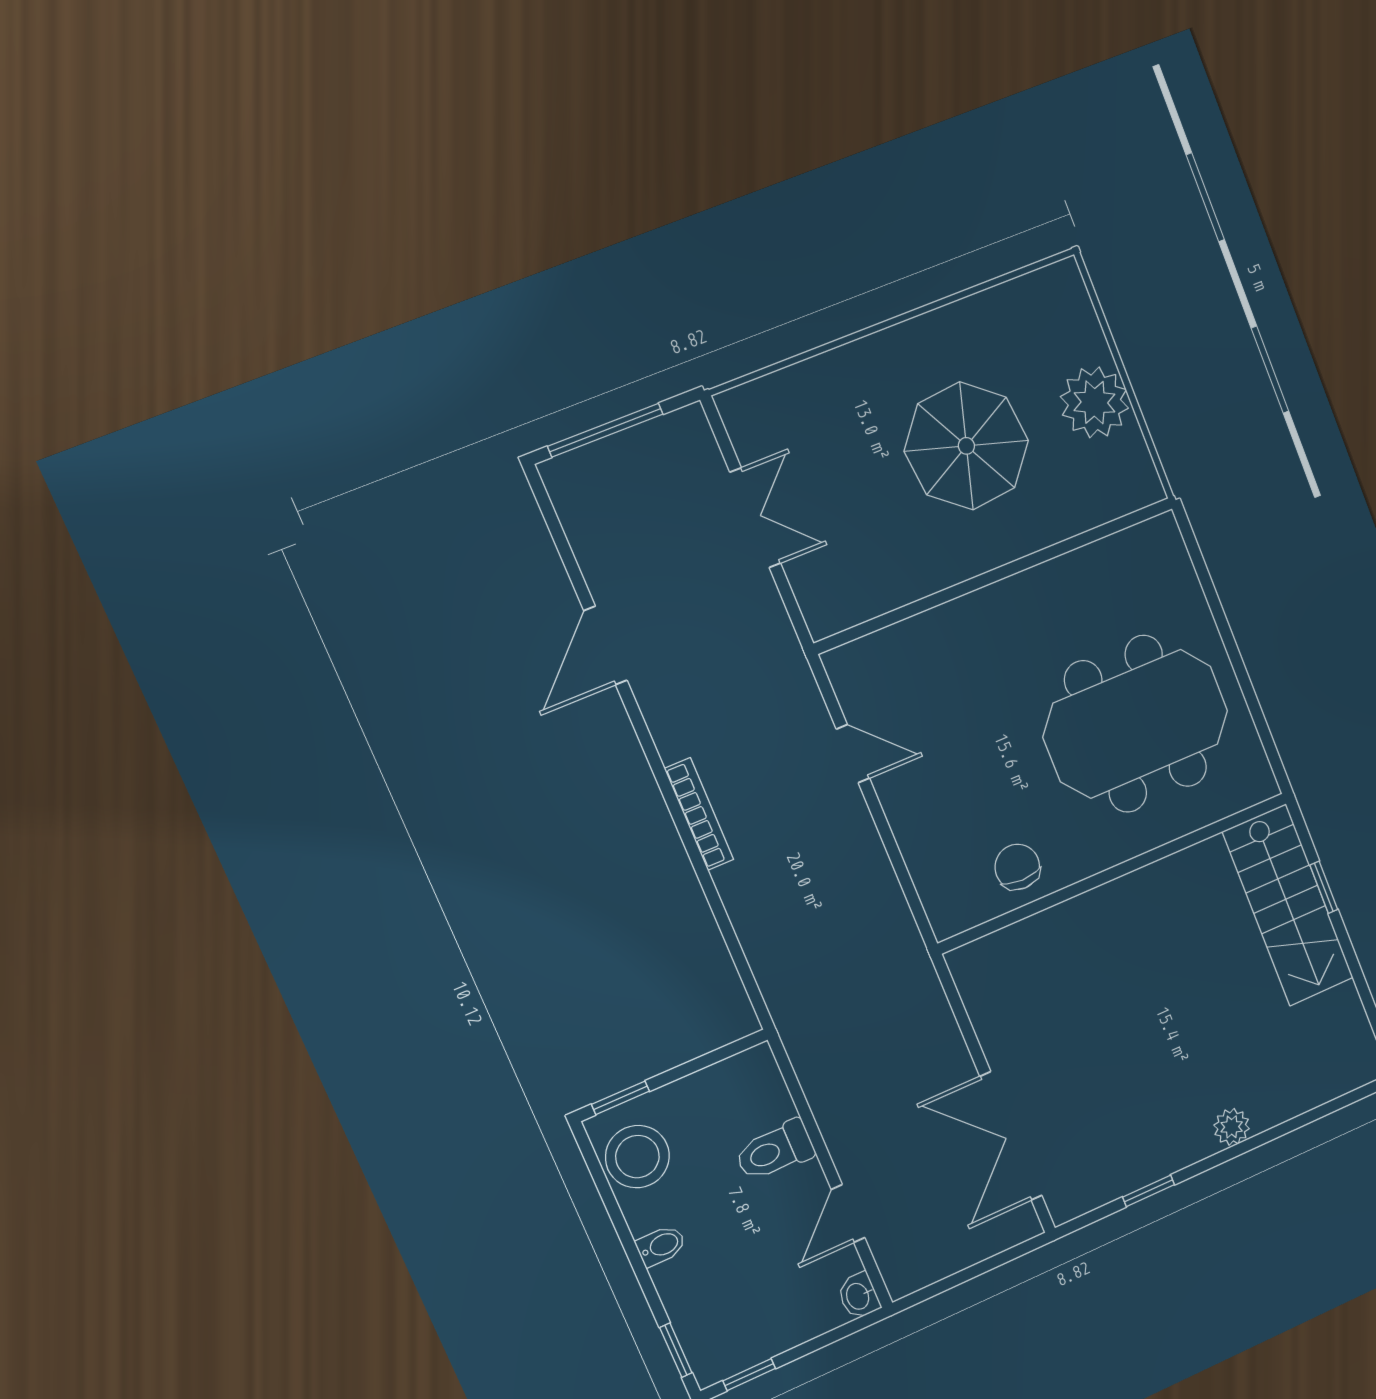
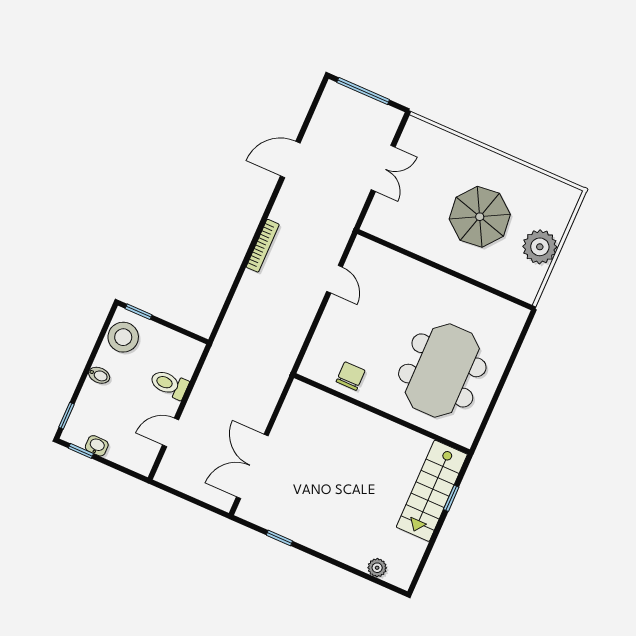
meeting table: (1136, 724) -> (442, 370), turned 90
plant: (1232, 1127) -> (377, 568), moved
washbasin: (859, 1296) -> (97, 446), moved, turned 90

